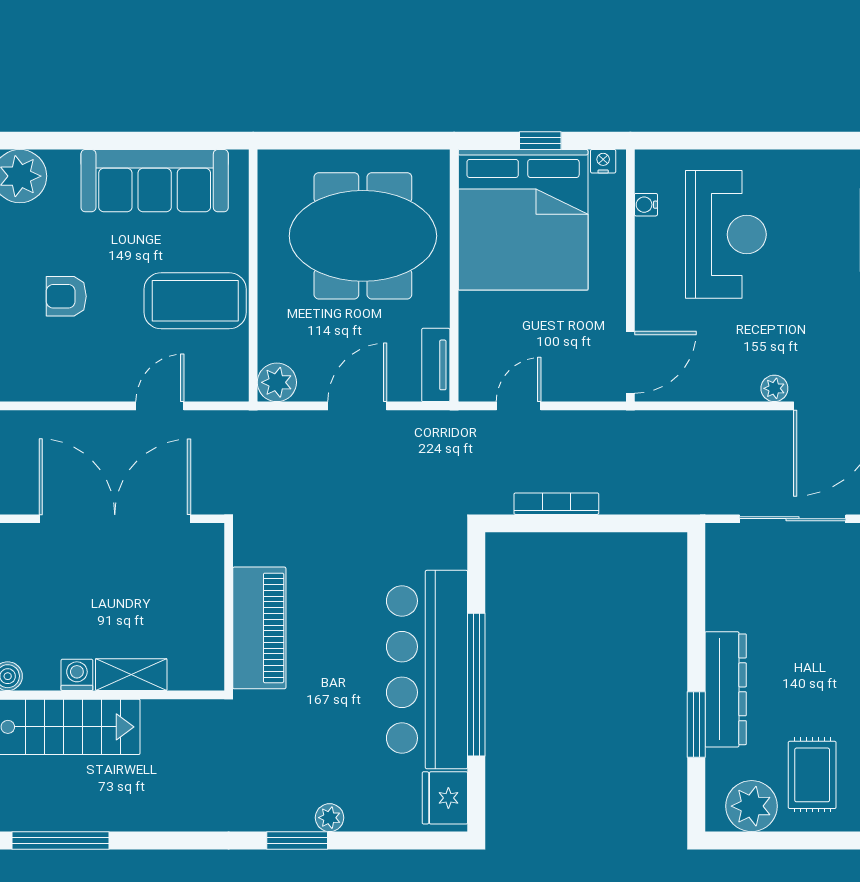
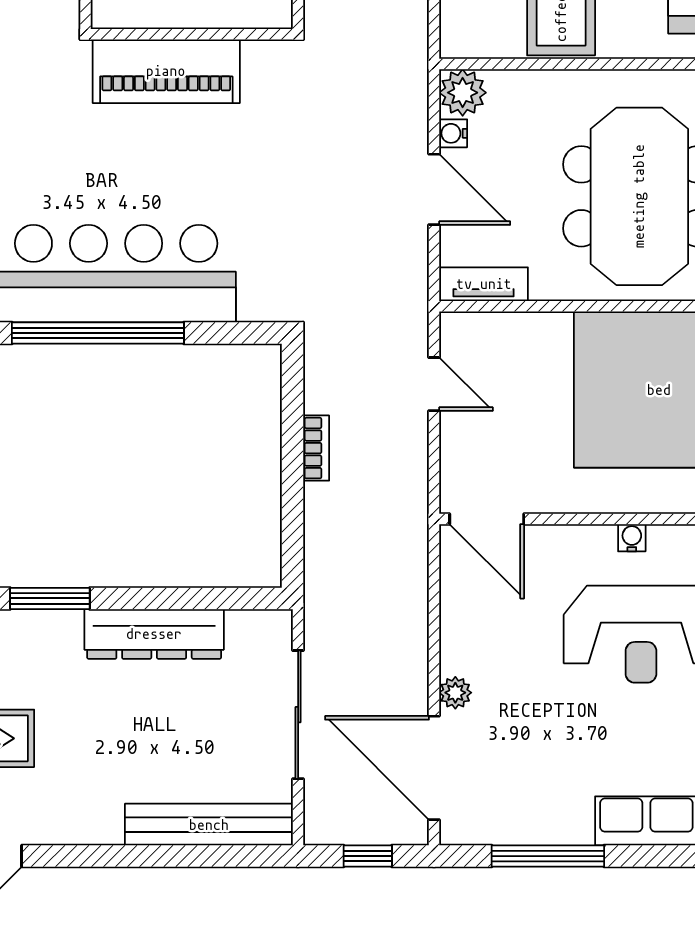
water cooler: (646, 205) -> (632, 538), moved
water cooler: (311, 390) -> (453, 133), added
bookcase: (556, 504) -> (316, 448), width x0.64
dresser: (726, 689) -> (154, 634), moved

